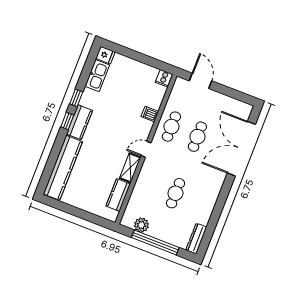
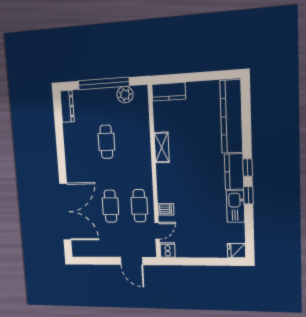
kitchen sink: (97, 76) -> (235, 206), moved
door: (146, 149) -> (157, 231), moved
kitchen counter: (118, 195) -> (169, 92), moved, turned 90

